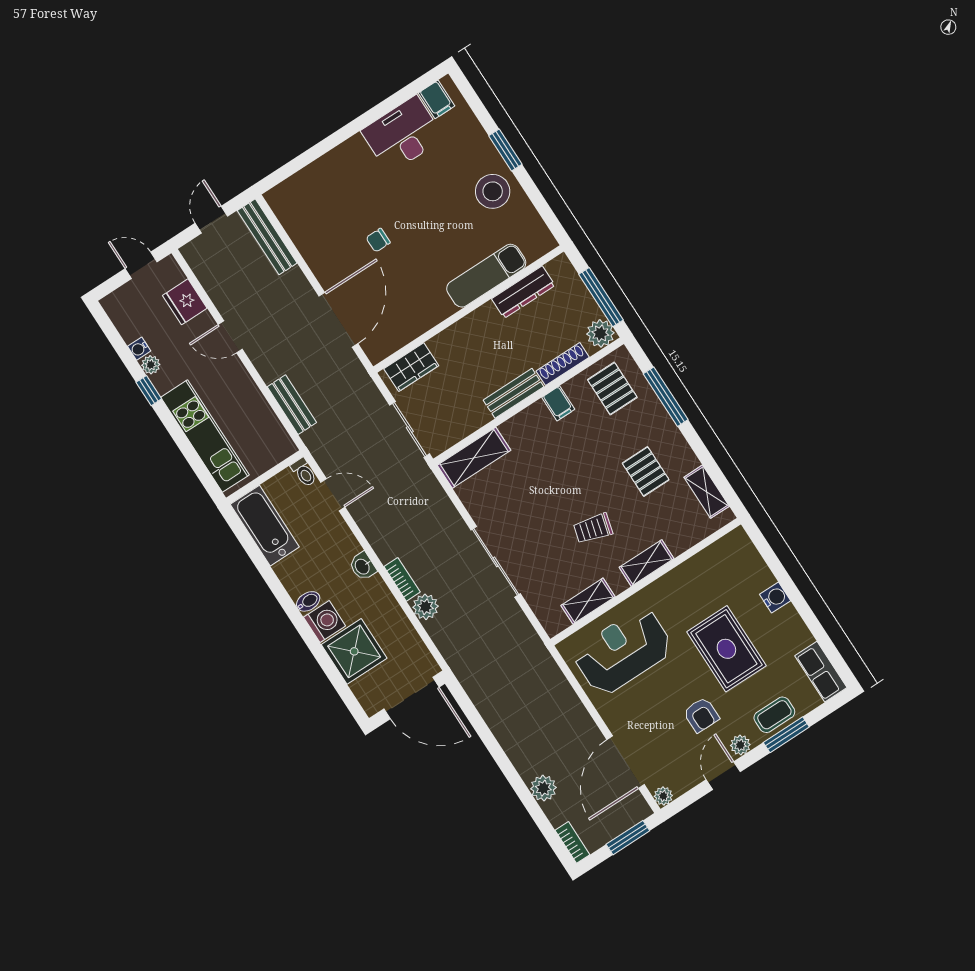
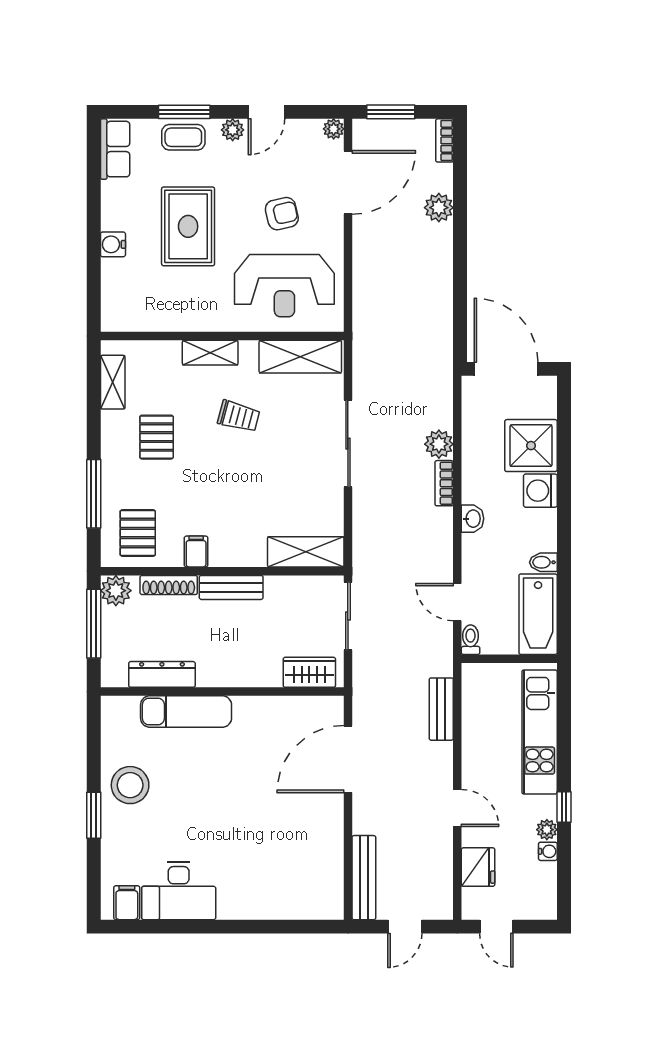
chair: (378, 240) -> (264, 808), removed
bidet: (308, 601) -> (543, 562), moved
shelving: (588, 601) -> (300, 357), width x1.50, depth x1.33
armchair: (701, 715) -> (282, 214), moved, turned 77

